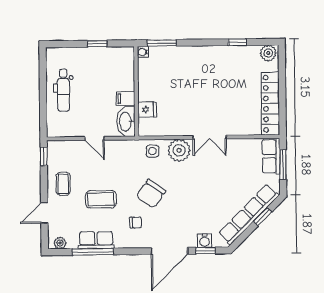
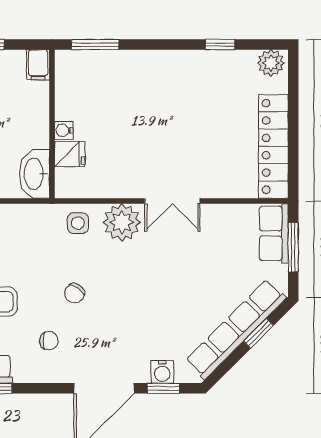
water cooler: (143, 52) -> (64, 130), moved
filing cabinet: (126, 99) -> (38, 65), moved, turned -90
chair: (151, 194) -> (75, 293), width x0.54, depth x0.54

